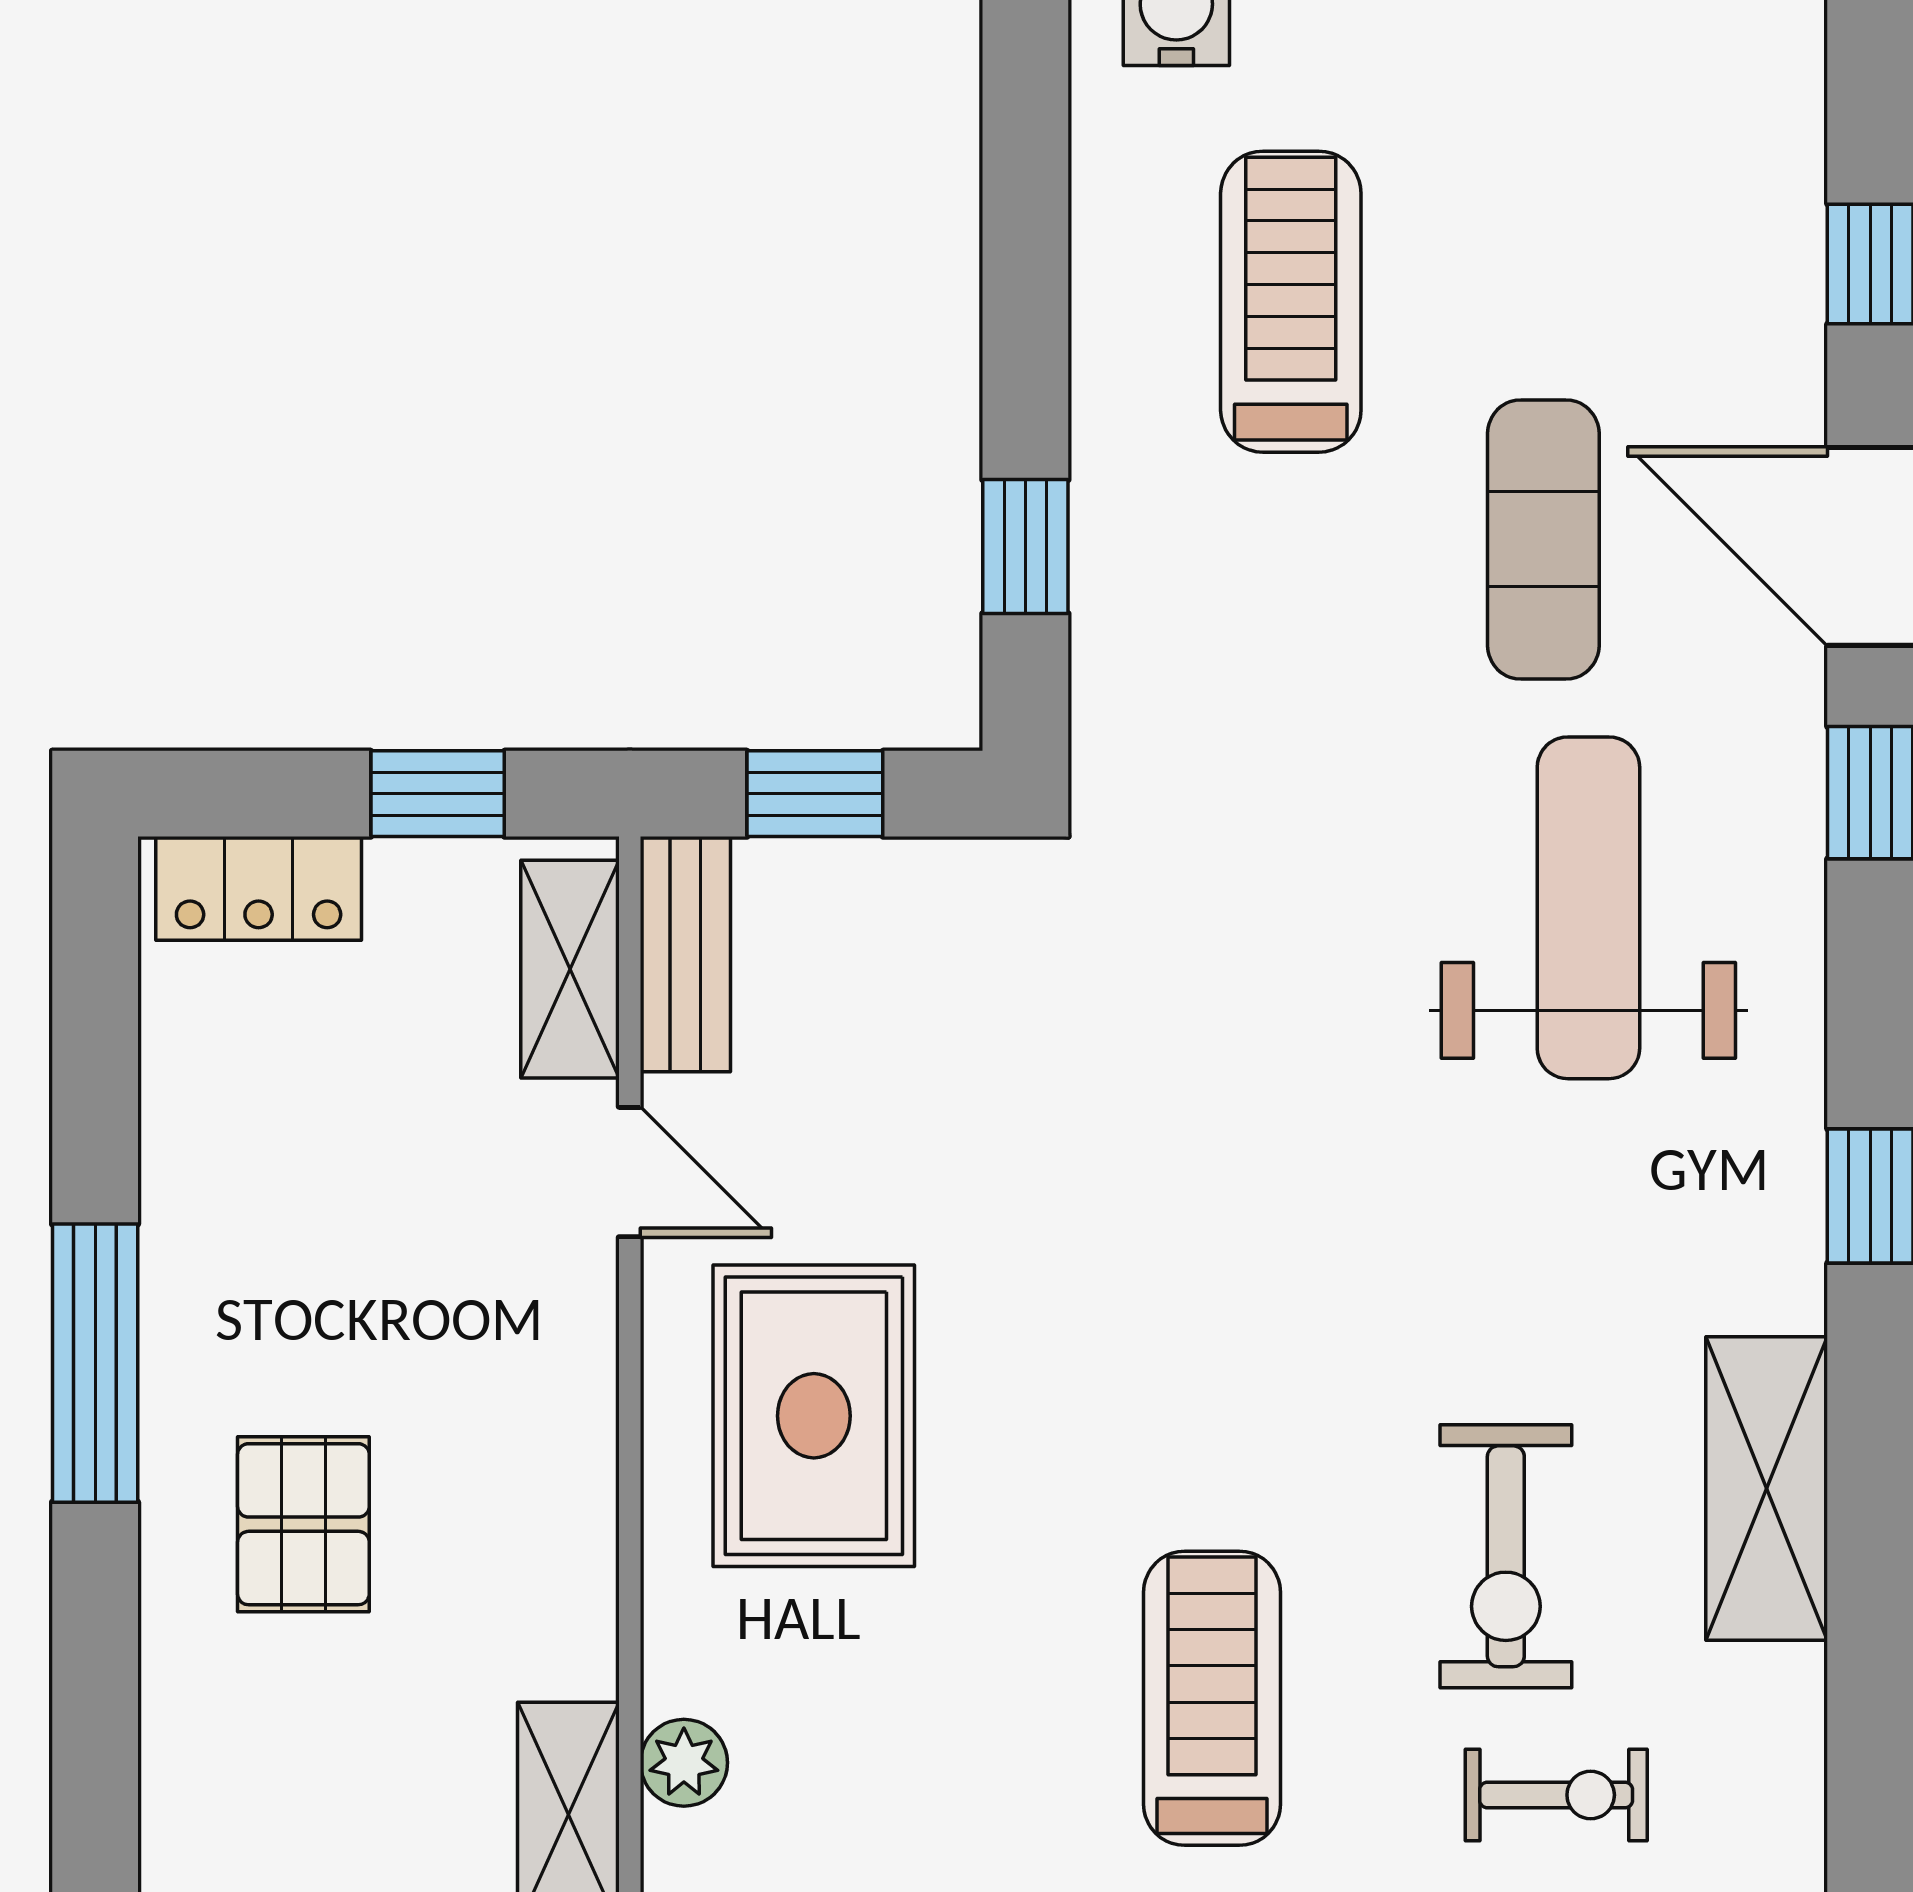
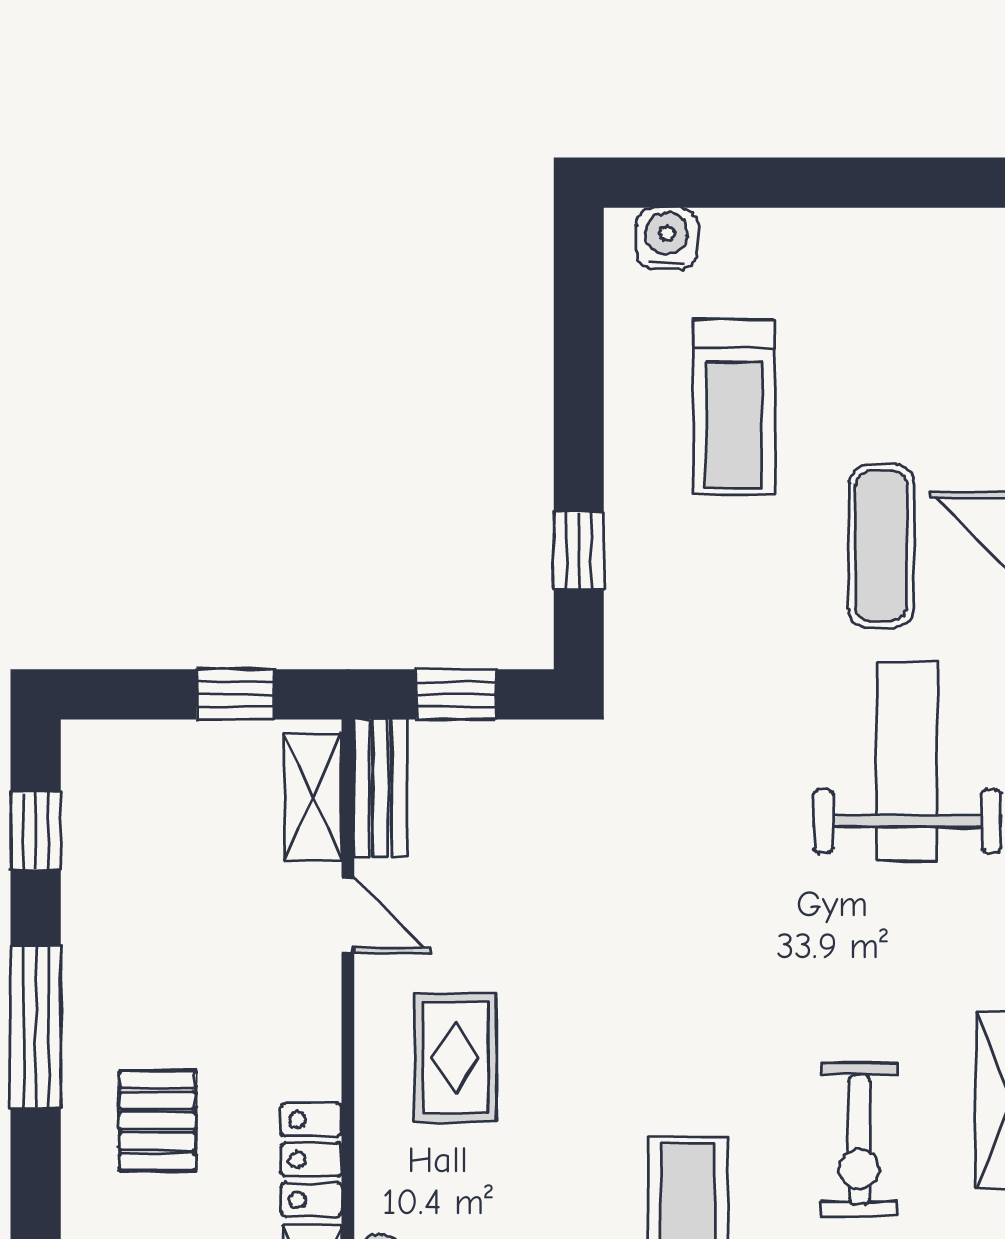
treadmill: (1291, 302) -> (734, 407), turned 180
locker: (259, 888) -> (311, 1160), moved, turned 90
window: (95, 1027) -> (36, 831), added
rug: (814, 1416) -> (455, 1058), width x0.73, depth x0.70

